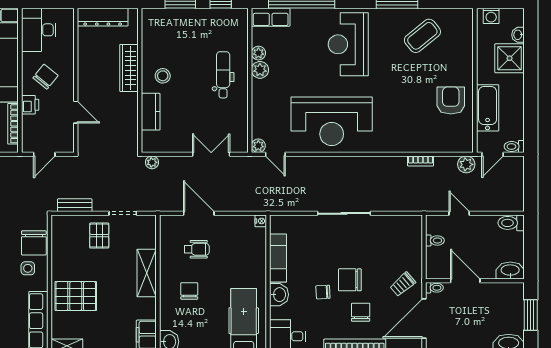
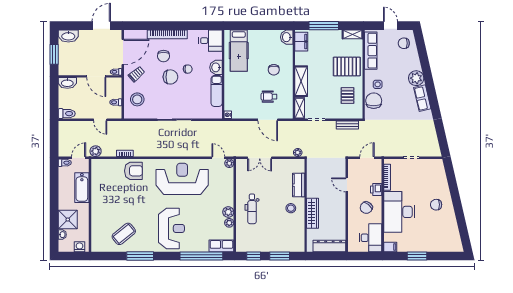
armchair: (451, 101) -> (133, 171), moved, turned -90
shelving: (149, 231) -> (300, 108), added
pallet: (99, 236) -> (347, 96), moved
stool: (401, 245) -> (137, 99), added

